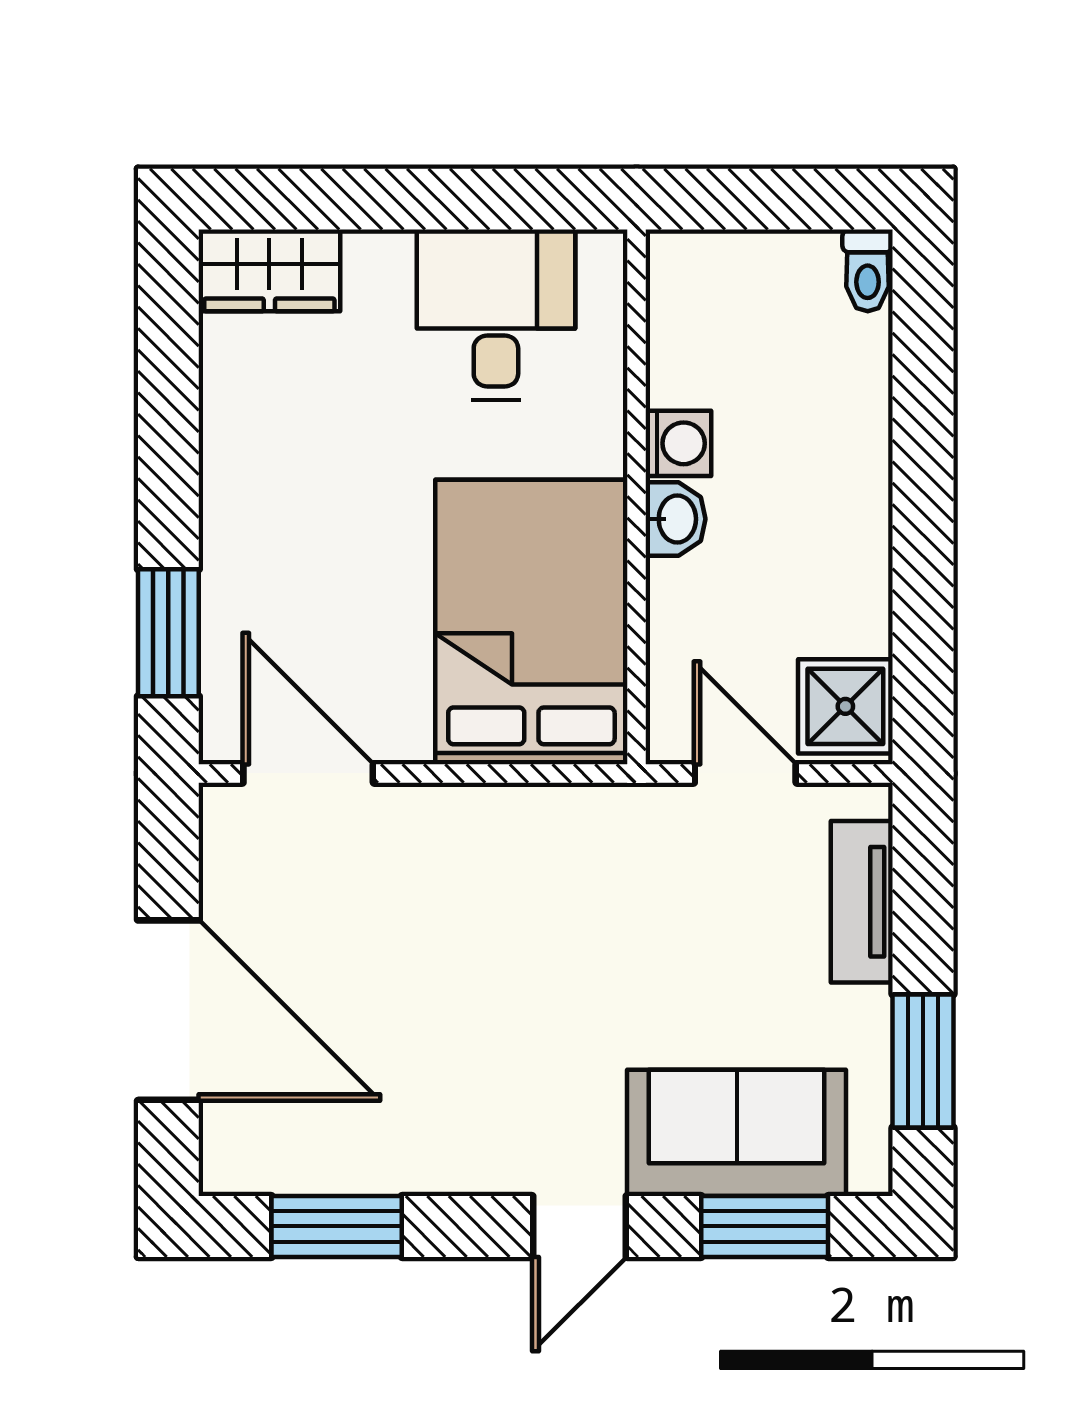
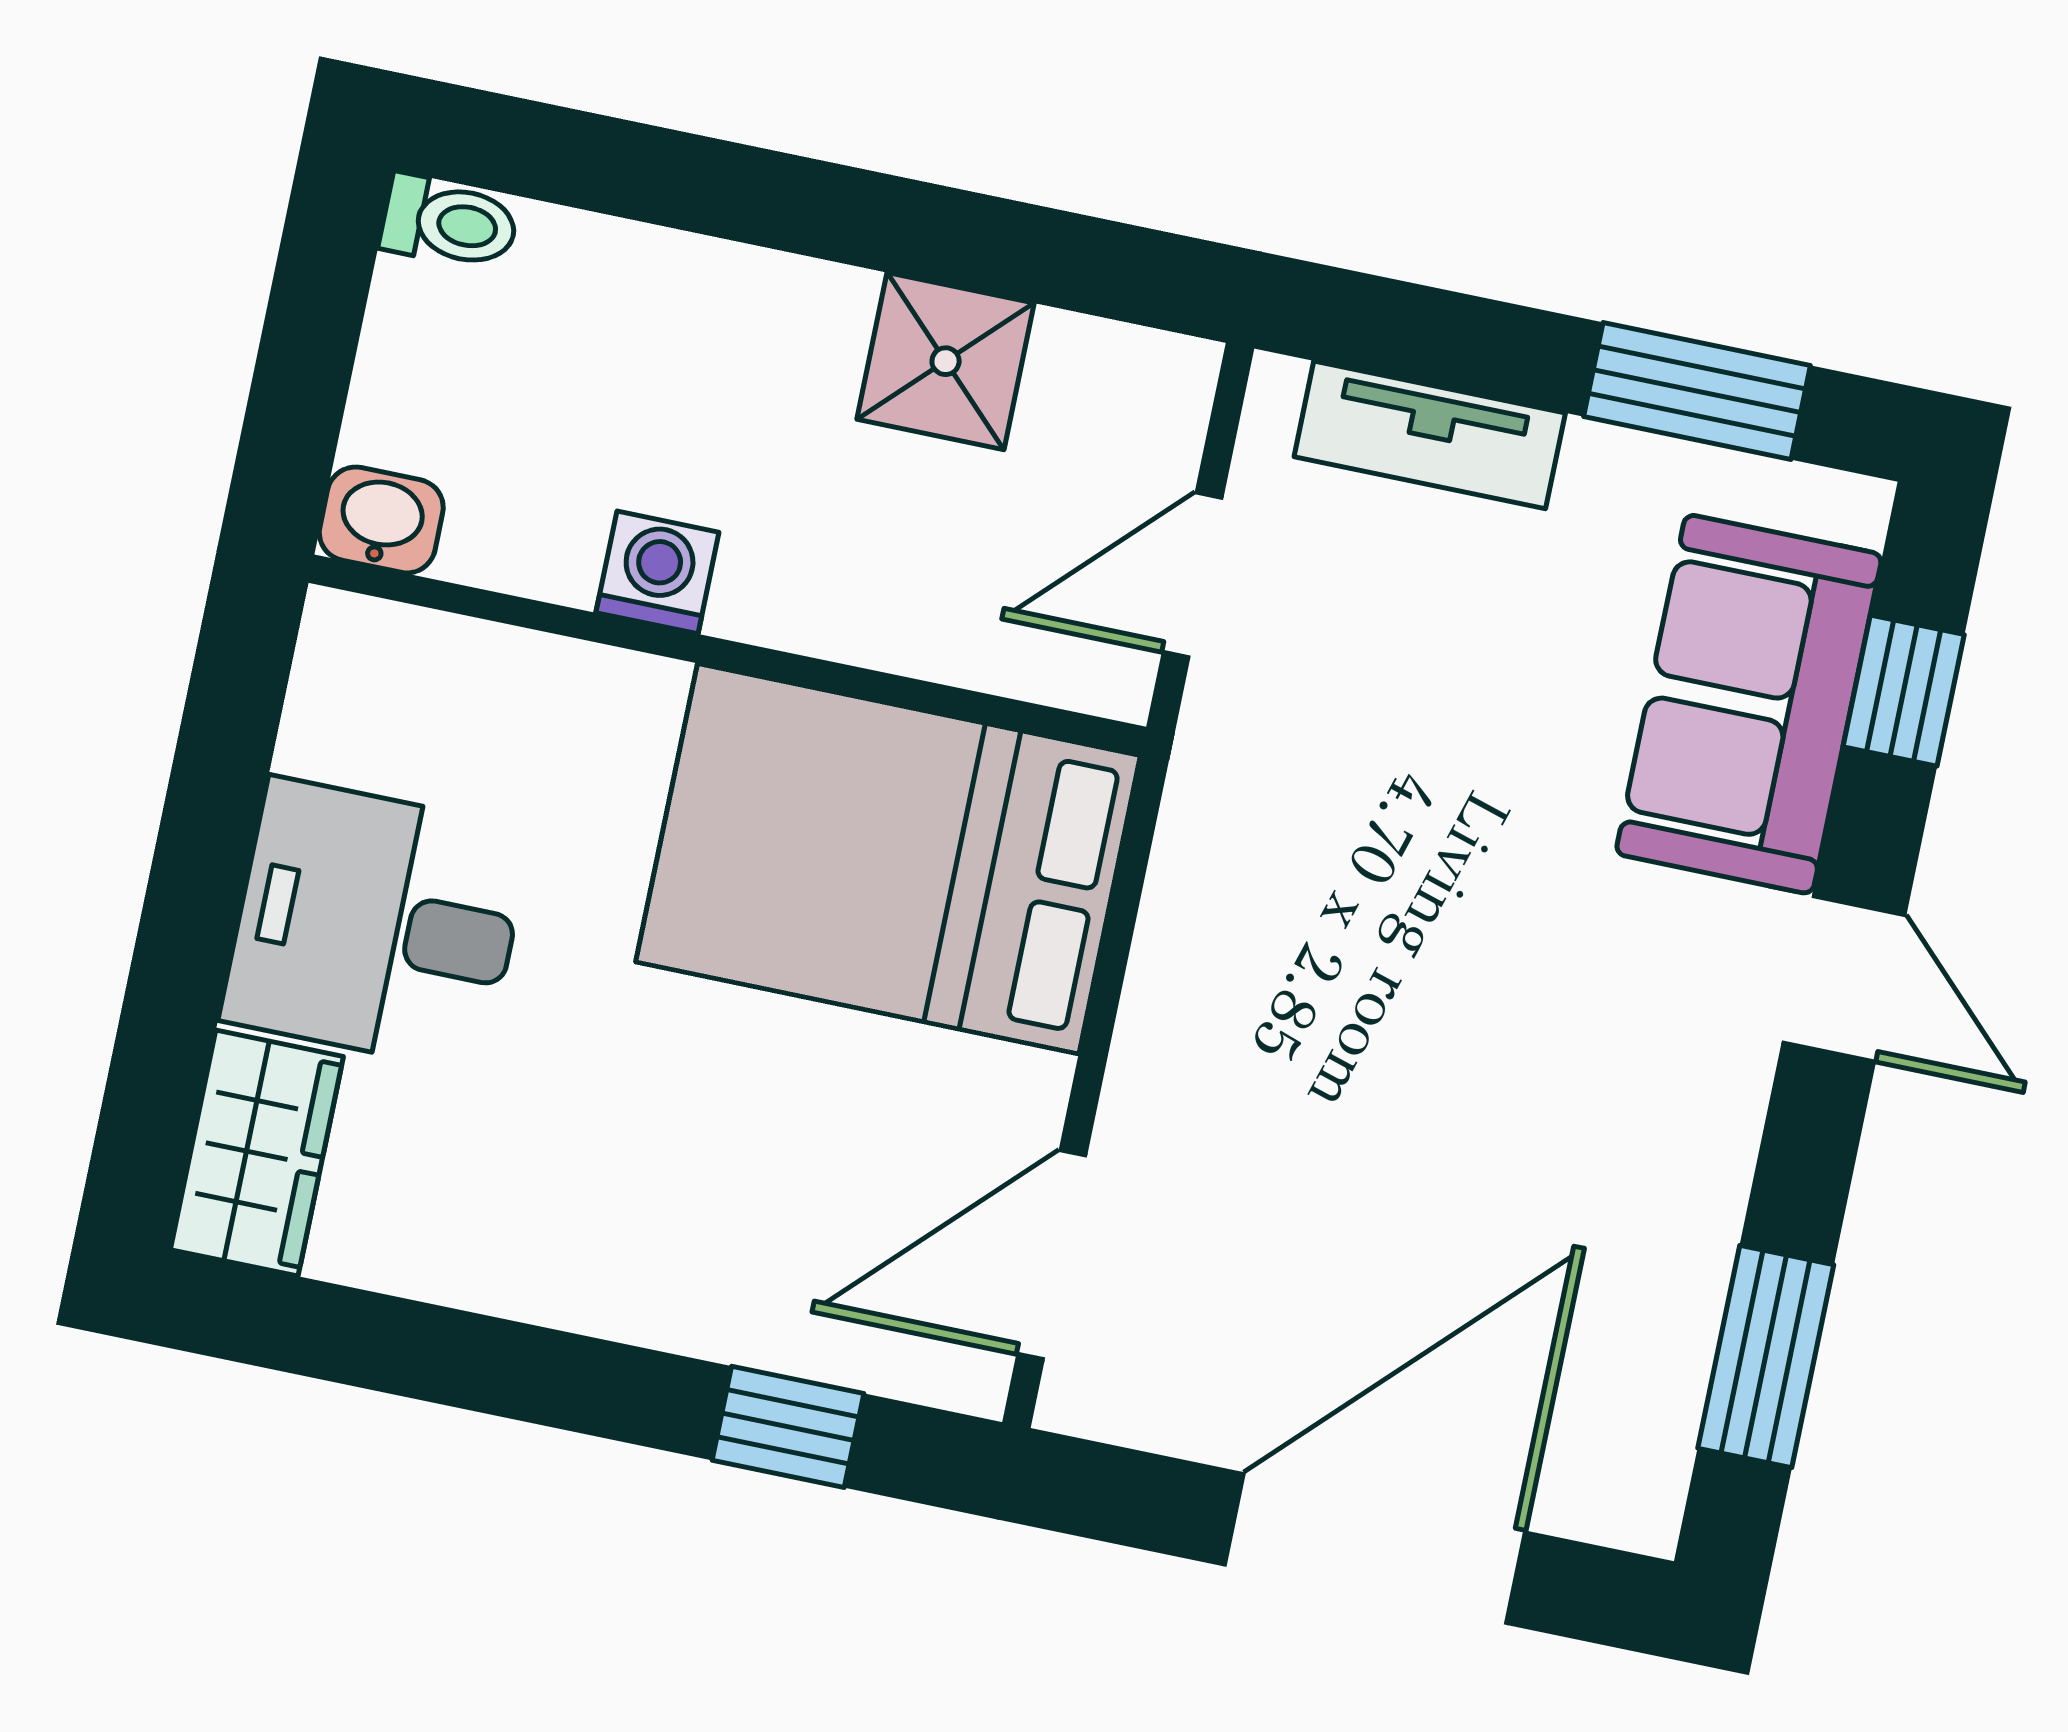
desk: (496, 315) -> (376, 925), moved
washbasin: (675, 519) -> (381, 520), moved
window: (168, 633) -> (788, 1427), width x0.67
shower: (845, 706) -> (946, 361), moved
window: (765, 1226) -> (1904, 691), width x0.67

